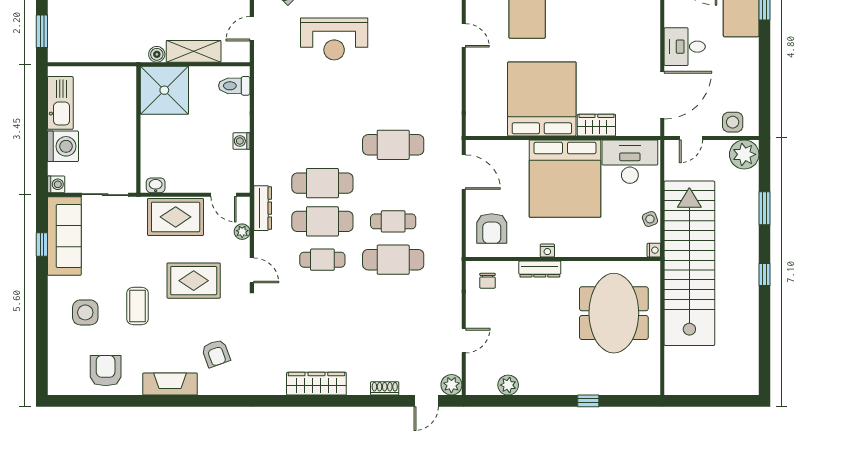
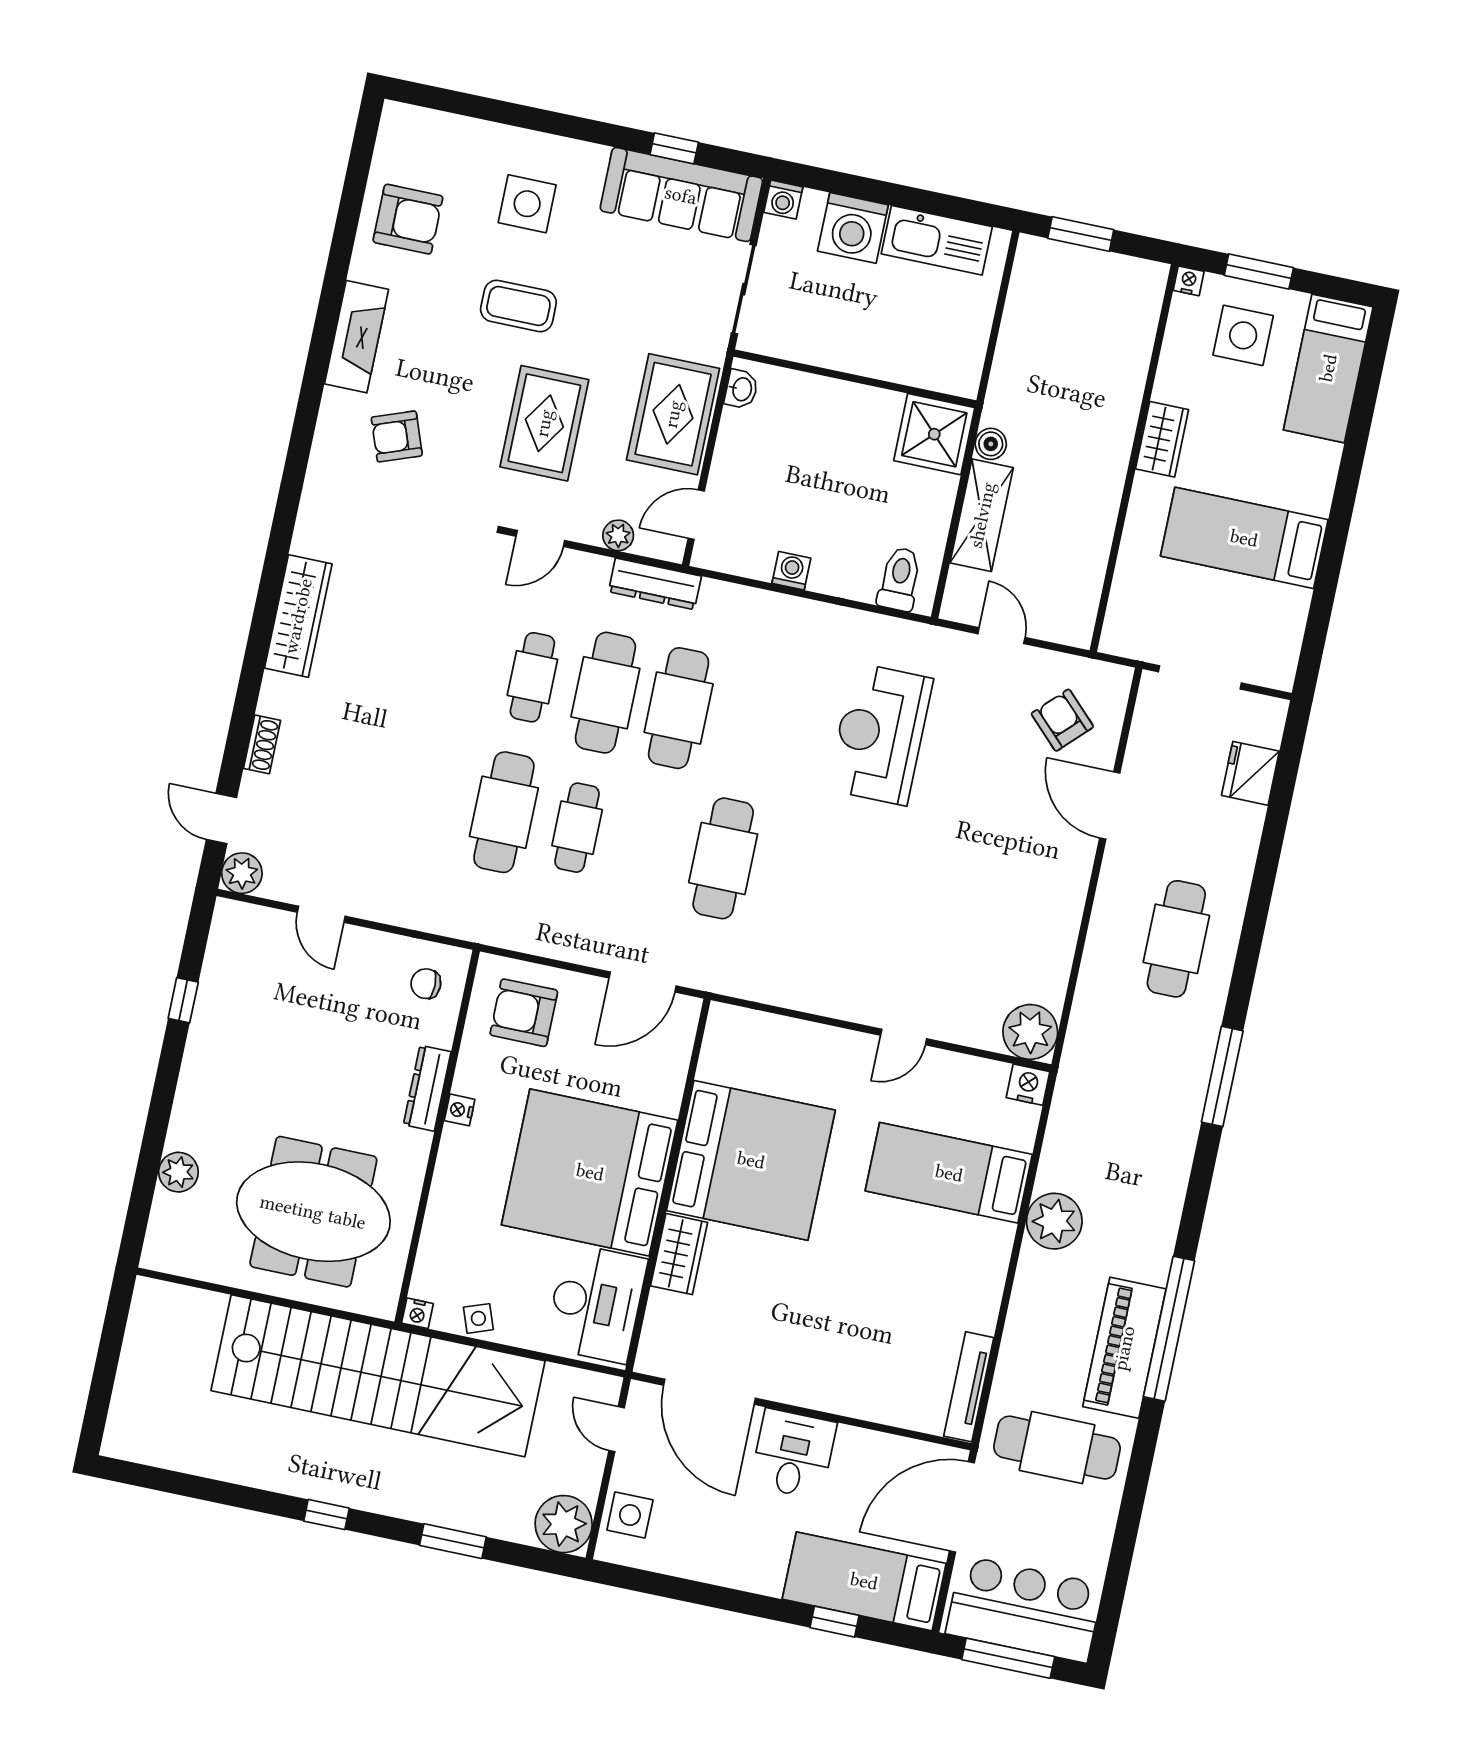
reception desk: (334, 39) -> (880, 734), moved
shower: (164, 90) -> (934, 434), width x0.73, depth x0.73
plant: (508, 385) -> (178, 1172), moved
window: (588, 401) -> (183, 1000), moved

